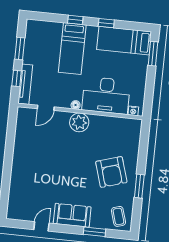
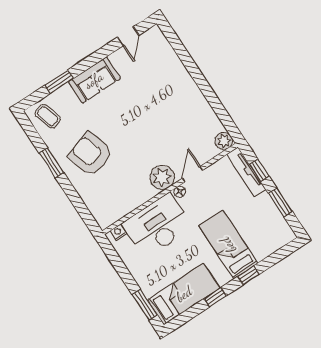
door: (46, 108) -> (192, 174), moved
plant: (24, 114) -> (224, 141), added
door: (41, 226) -> (128, 36), moved

